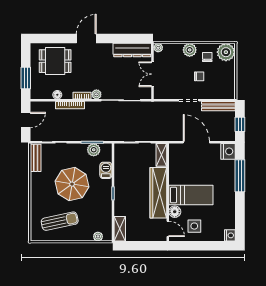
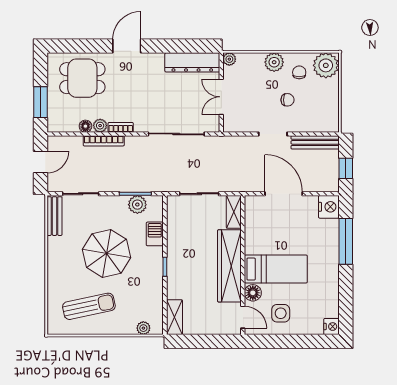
plant: (96, 94) -> (100, 126), moved

